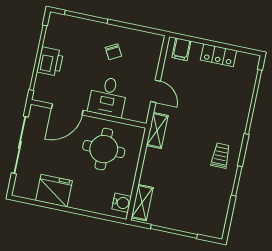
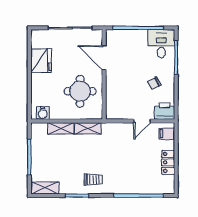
printer: (50, 62) -> (165, 111), moved, turned 180
door: (155, 91) -> (142, 121), moved
desk: (108, 97) -> (161, 44), moved, turned 90
shelving: (157, 131) -> (88, 128), moved
shelving: (142, 203) -> (61, 128), moved
shelving: (218, 220) -> (45, 188), added

